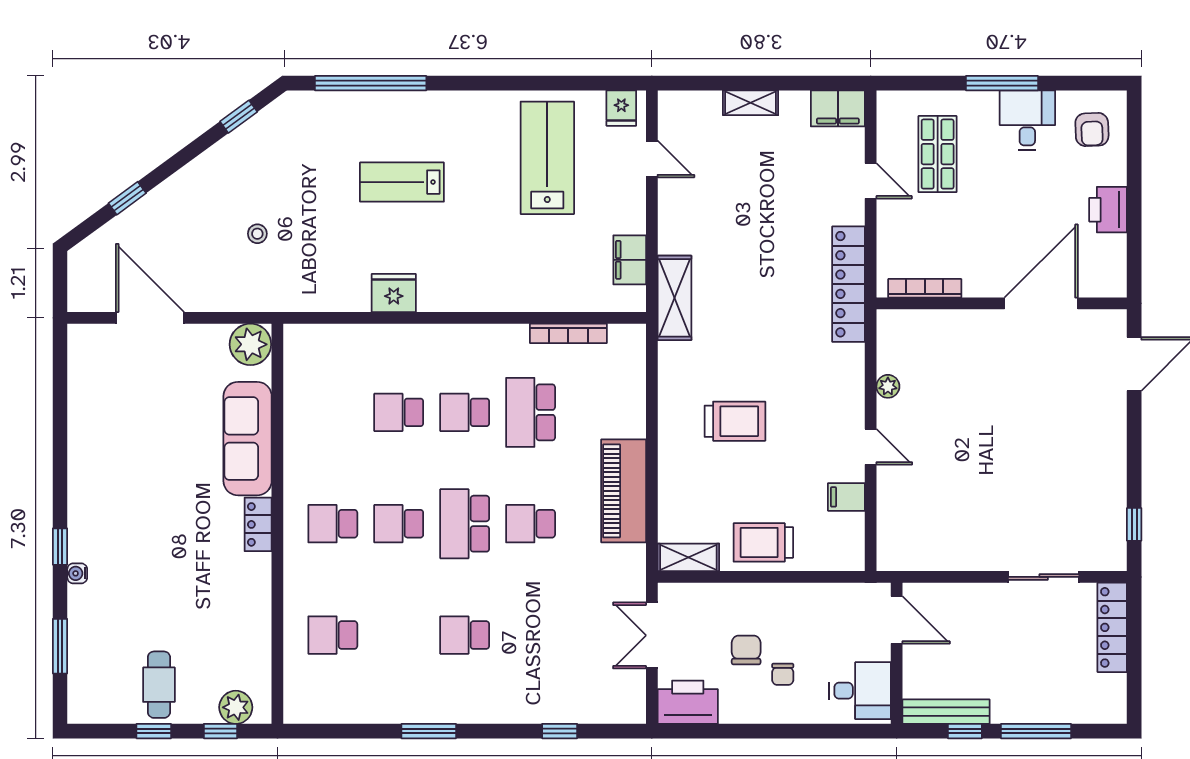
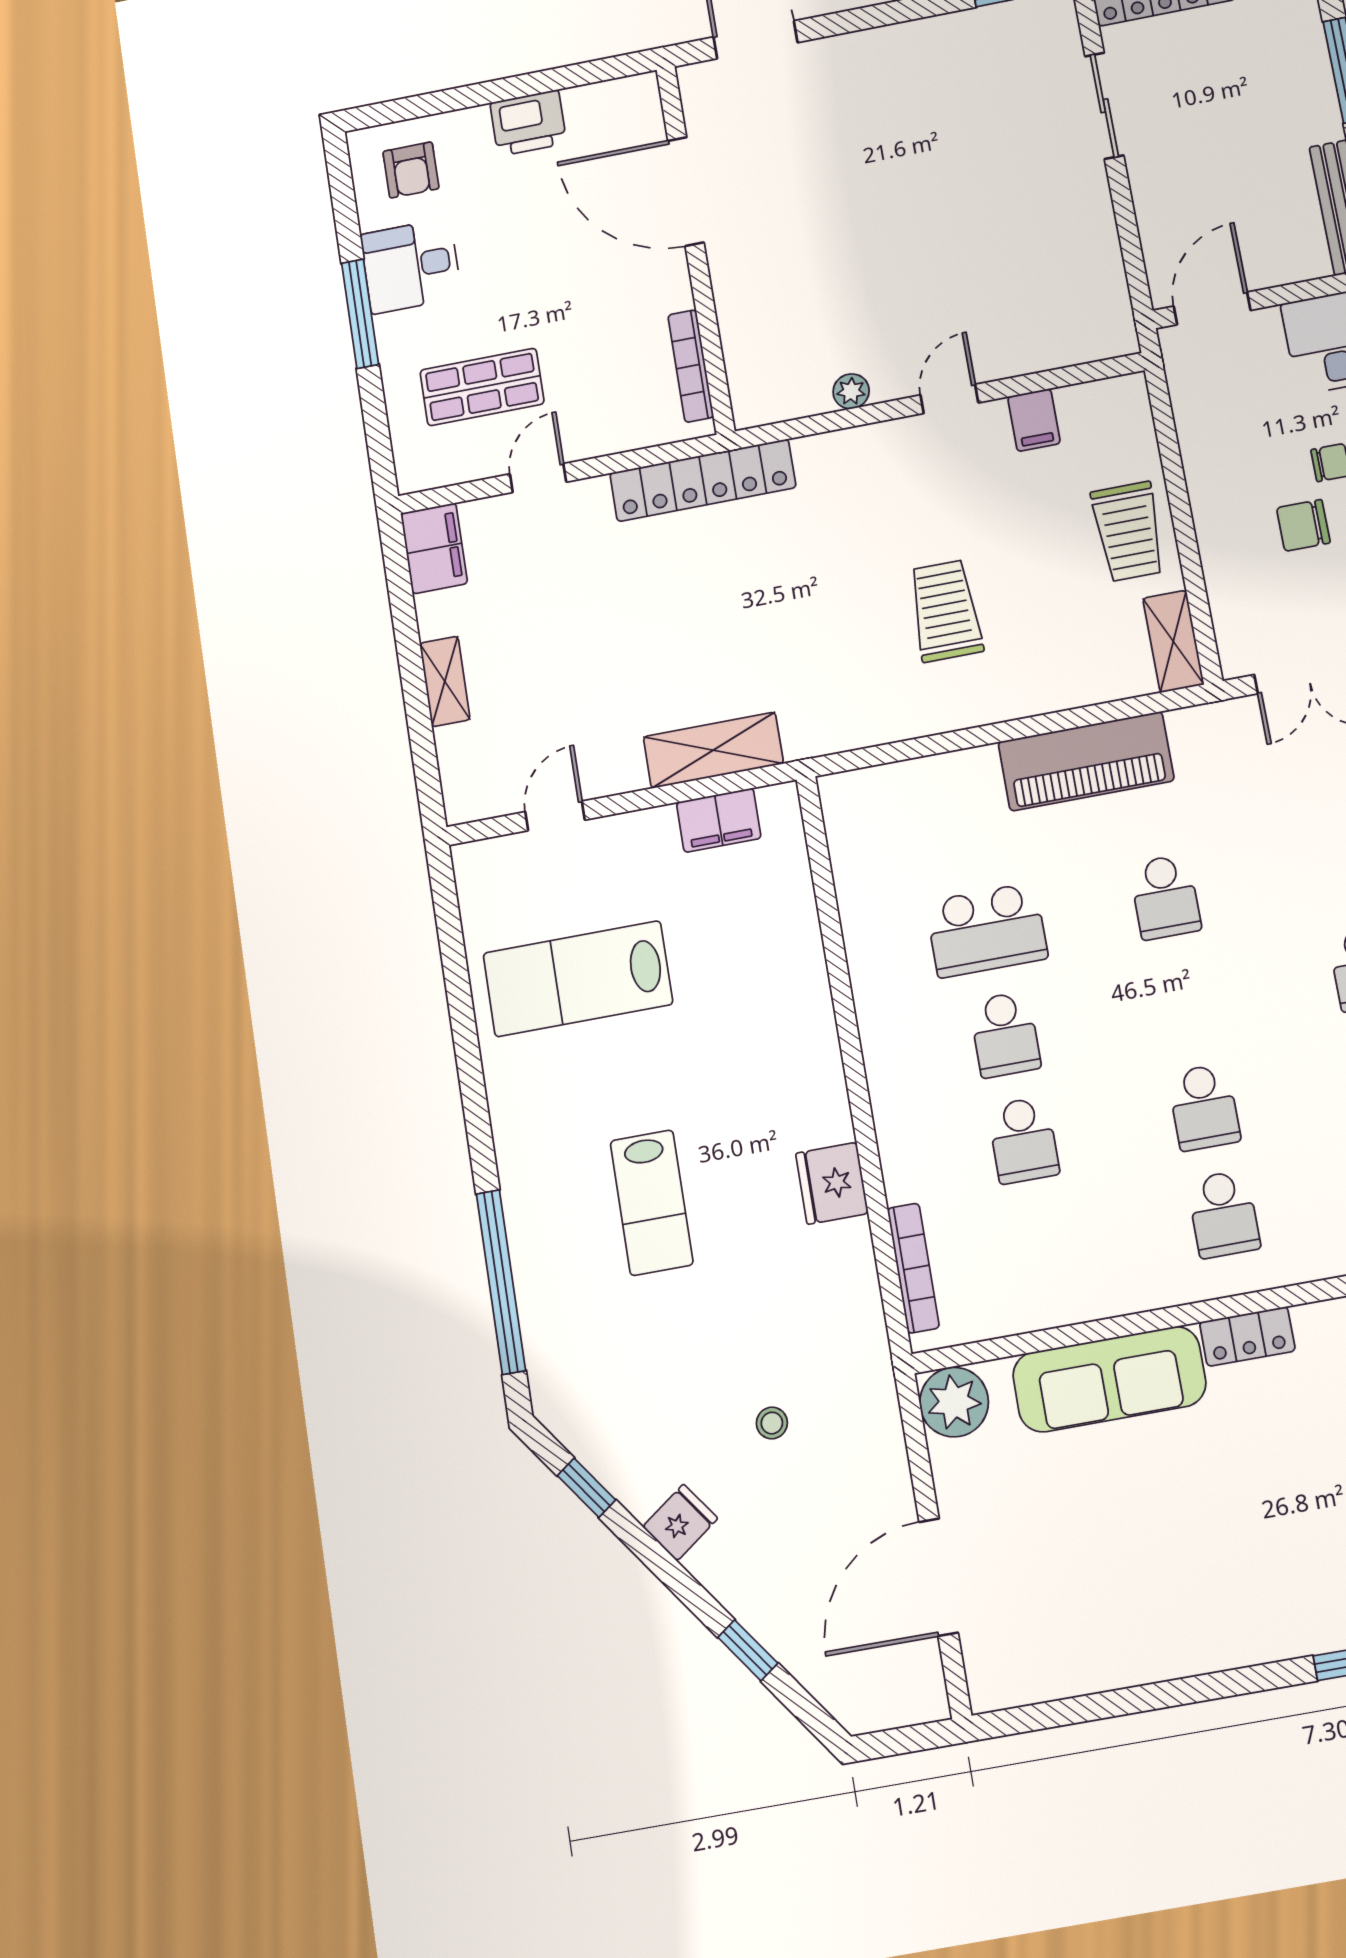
fridge: (621, 108) -> (680, 1523), moved, turned -36
armchair: (1092, 129) -> (411, 170), turned 92
shelving: (674, 298) -> (713, 750), moved
bookcase: (568, 333) -> (913, 1268), moved
school desk: (465, 524) -> (1184, 1002), removed

